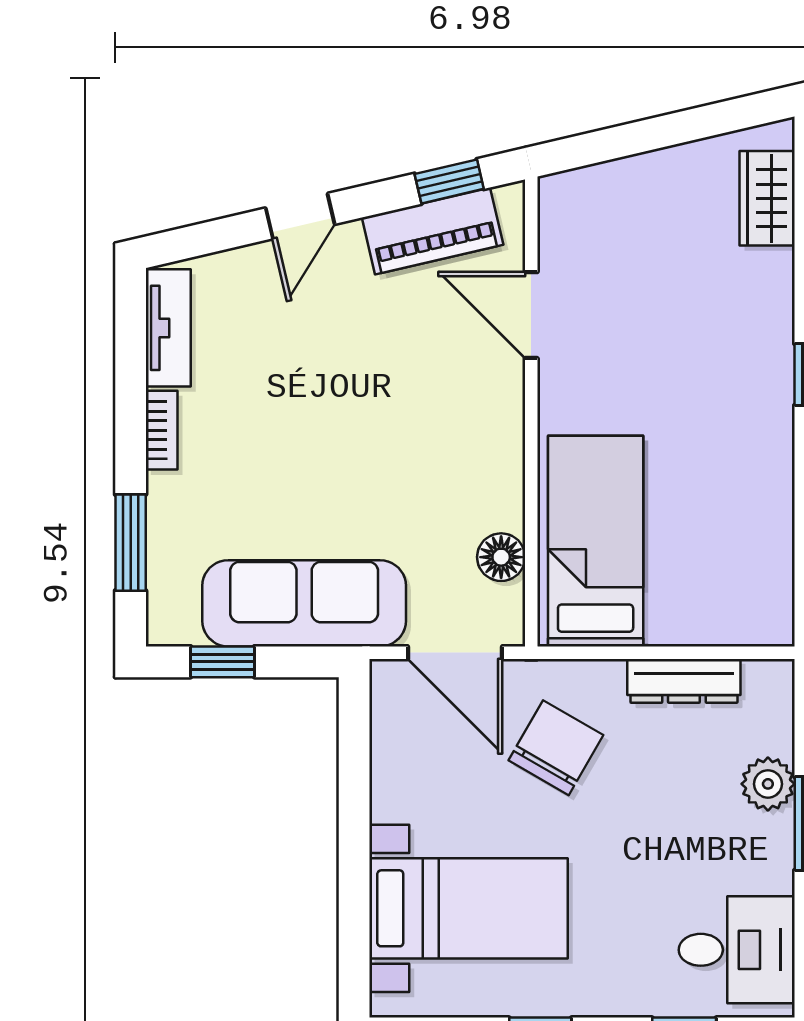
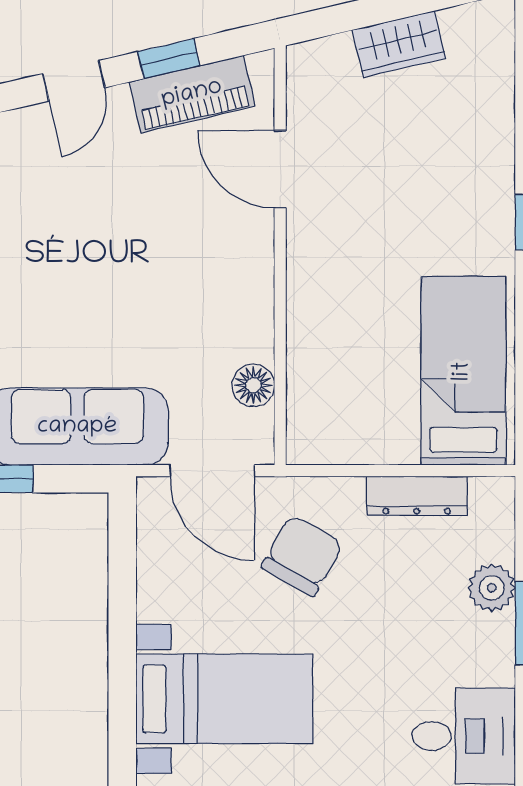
window: (449, 181) -> (169, 59), moved
wardrobe: (767, 198) -> (399, 44), moved, turned -103
bed: (596, 541) -> (463, 371), moved

